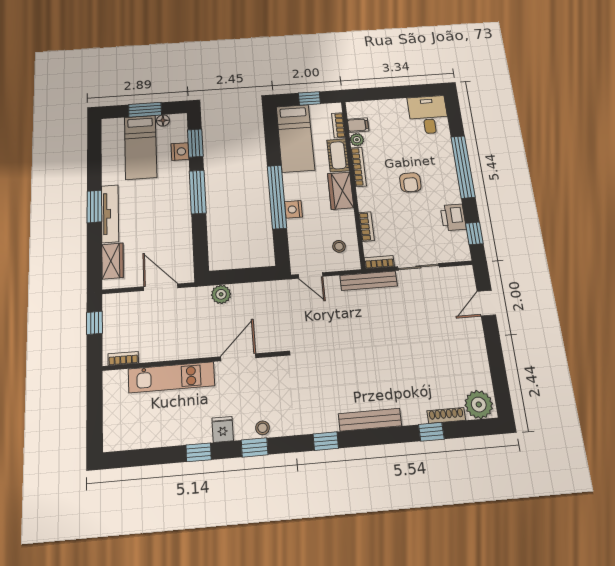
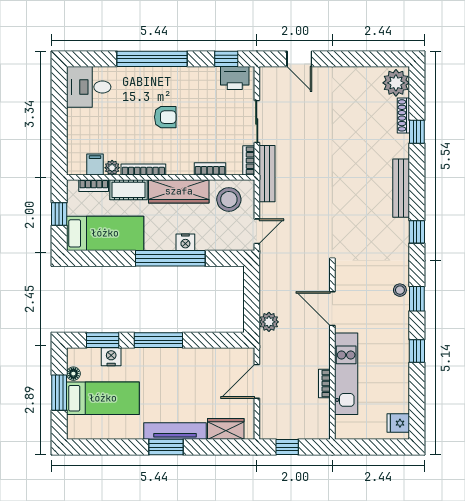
wardrobe: (341, 191) -> (179, 191), width x1.50
printer: (453, 217) -> (235, 78), moved
stool: (339, 246) -> (229, 199), width x1.89, depth x1.89
bookcase: (123, 358) -> (324, 384), moved
fridge: (223, 429) -> (398, 423), moved

